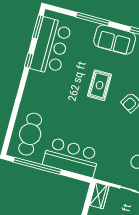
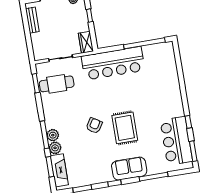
rug: (100, 85) -> (125, 128), width x1.36, depth x1.43
cafe table: (30, 134) -> (161, 65), removed
bar counter: (71, 157) -> (113, 63), width x1.36

